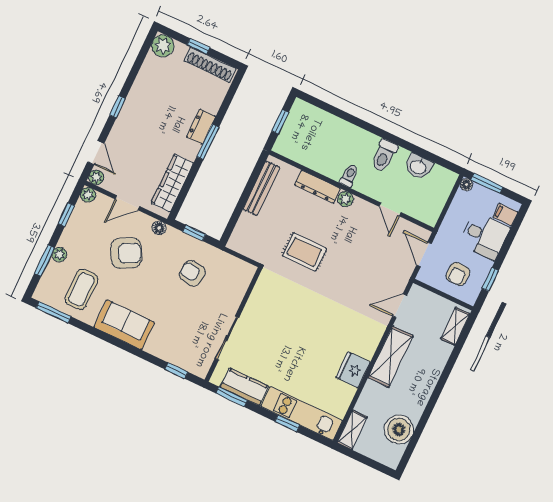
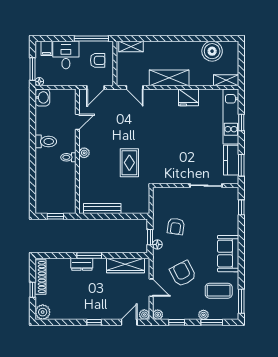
washbasin: (418, 167) -> (42, 97), moved
dresser: (317, 187) -> (85, 174), removed
floor lamp: (159, 228) -> (157, 244), moved
window: (490, 279) -> (91, 38), width x2.17

